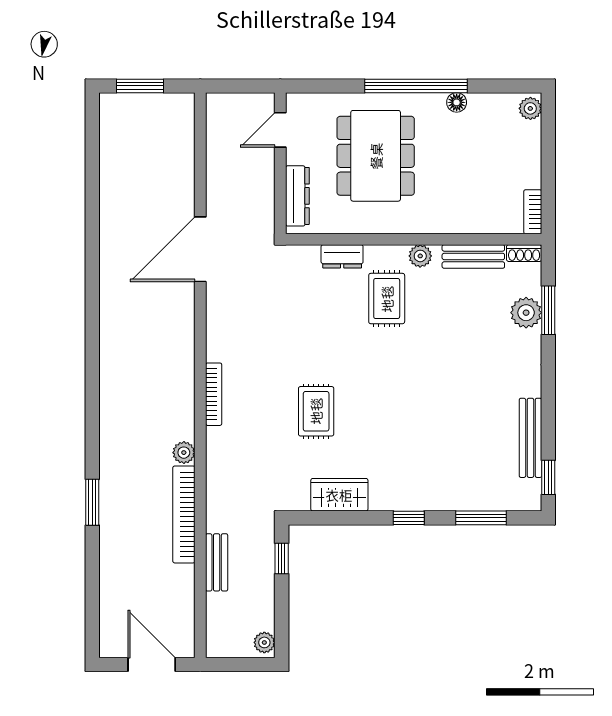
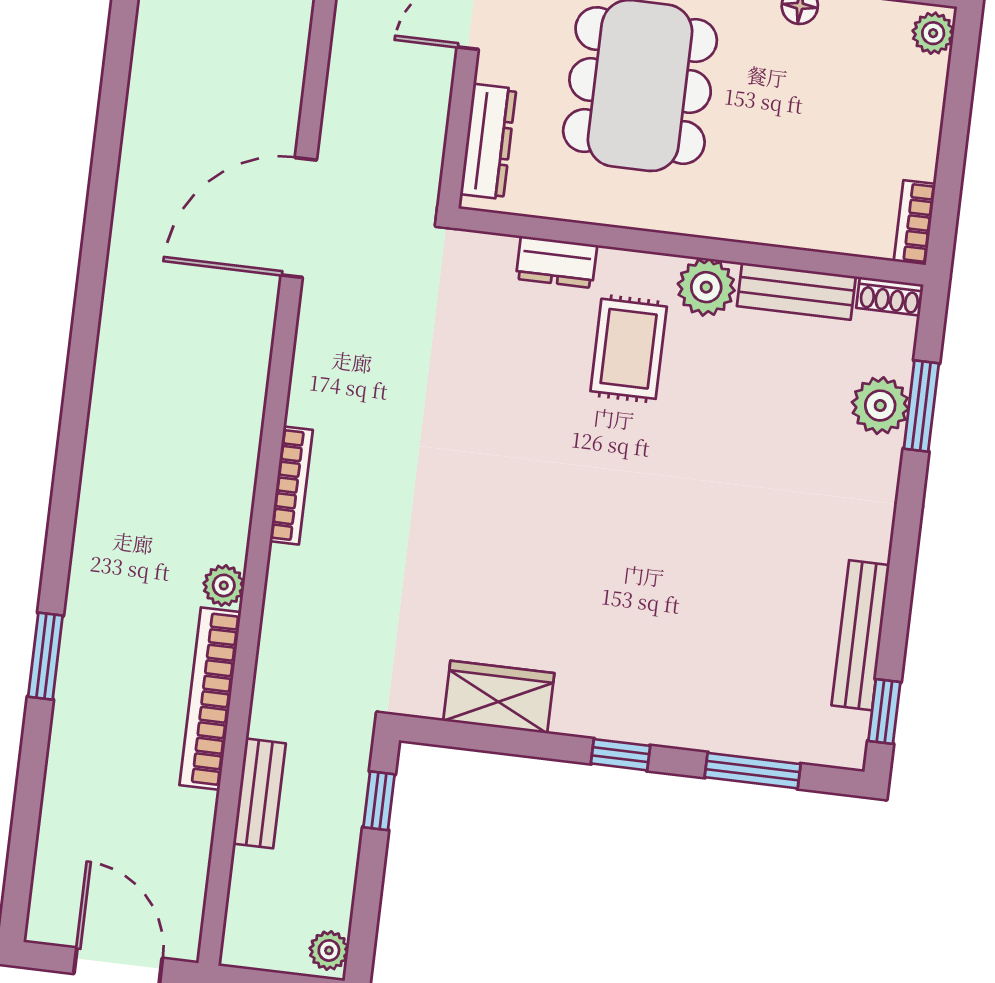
plant: (420, 256) -> (706, 287), width x1.38, depth x1.38
rug: (316, 411) -> (475, 539), removed

